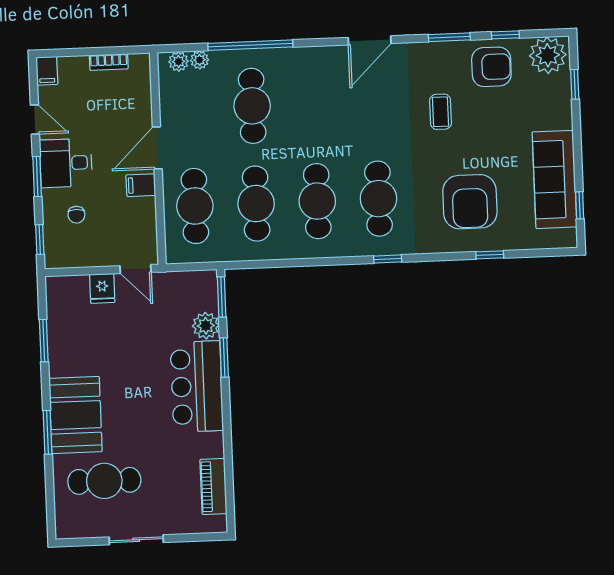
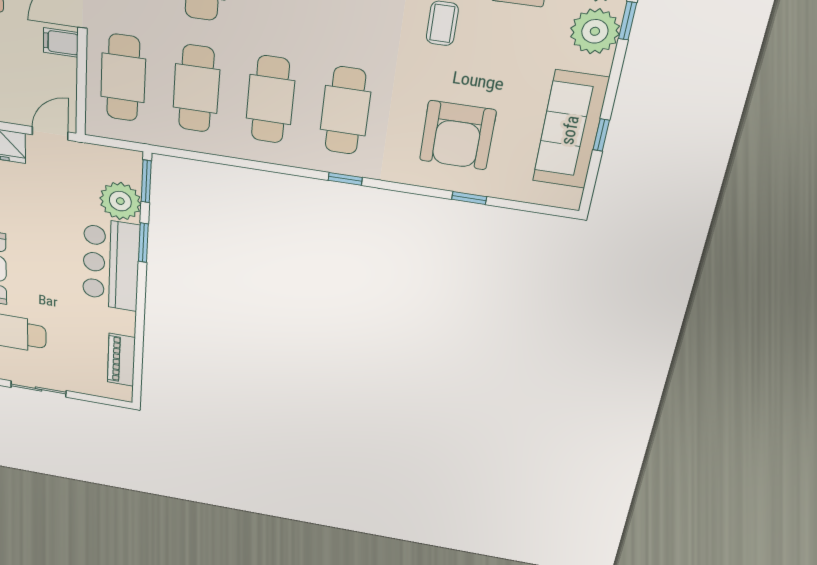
plant: (554, 97) -> (595, 31), added
window: (580, 205) -> (601, 135), moved
door: (136, 269) -> (50, 133), swing flipped
plant: (206, 326) -> (120, 201), width x1.36, depth x1.36

